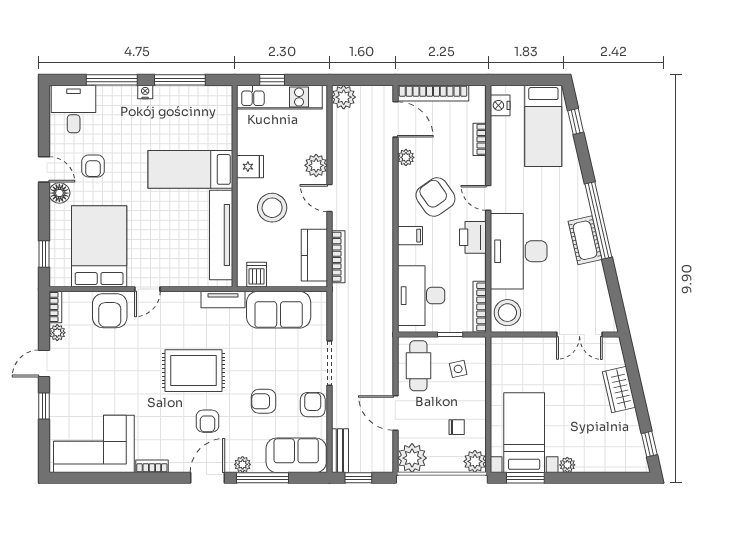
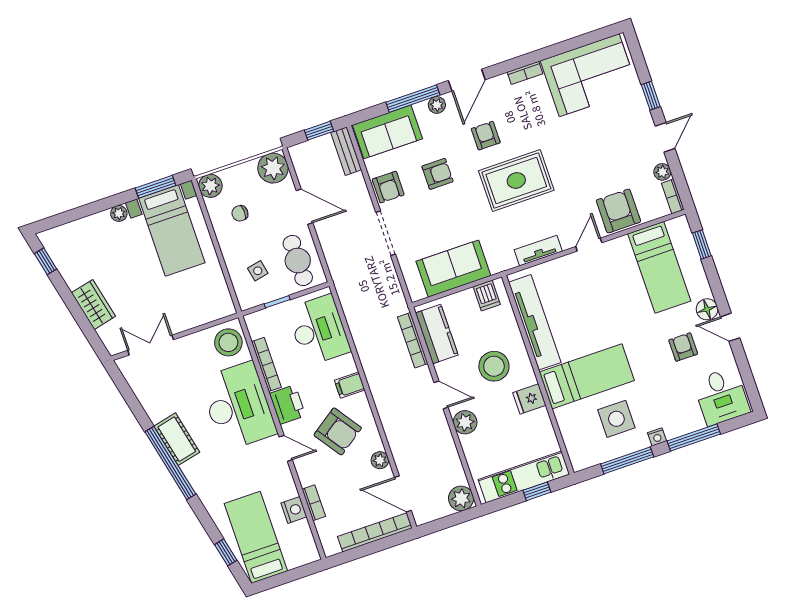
nightstand: (500, 105) -> (294, 510), moved
side table: (177, 121) -> (616, 419), added
bed: (99, 246) -> (659, 267), width x0.67
tv unit: (223, 300) -> (538, 251), moved
bookcase: (480, 307) -> (266, 364), moved

